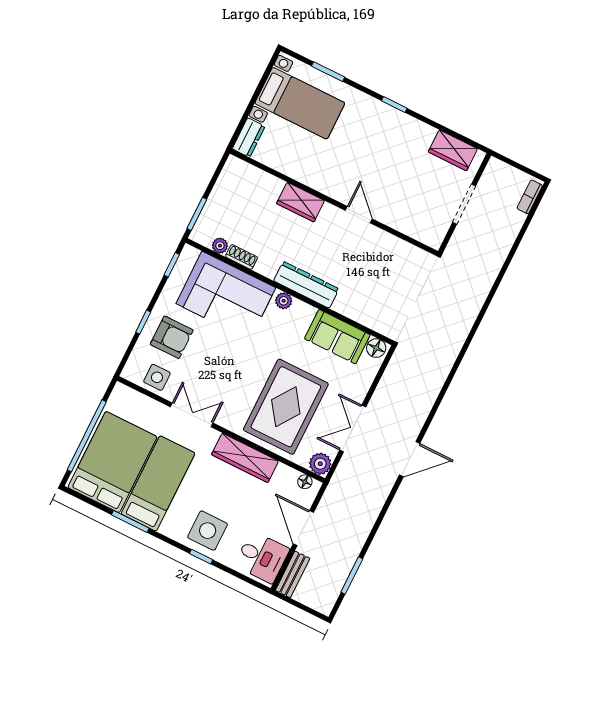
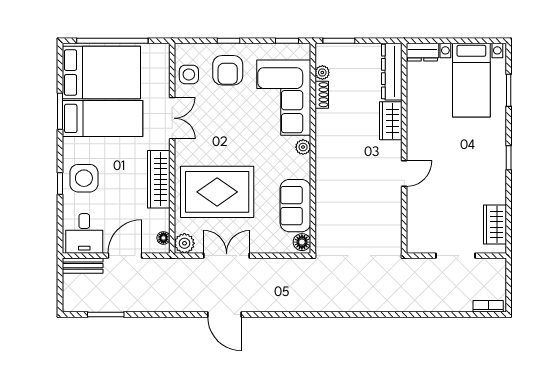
dresser: (306, 285) -> (392, 72), moved, turned 180

